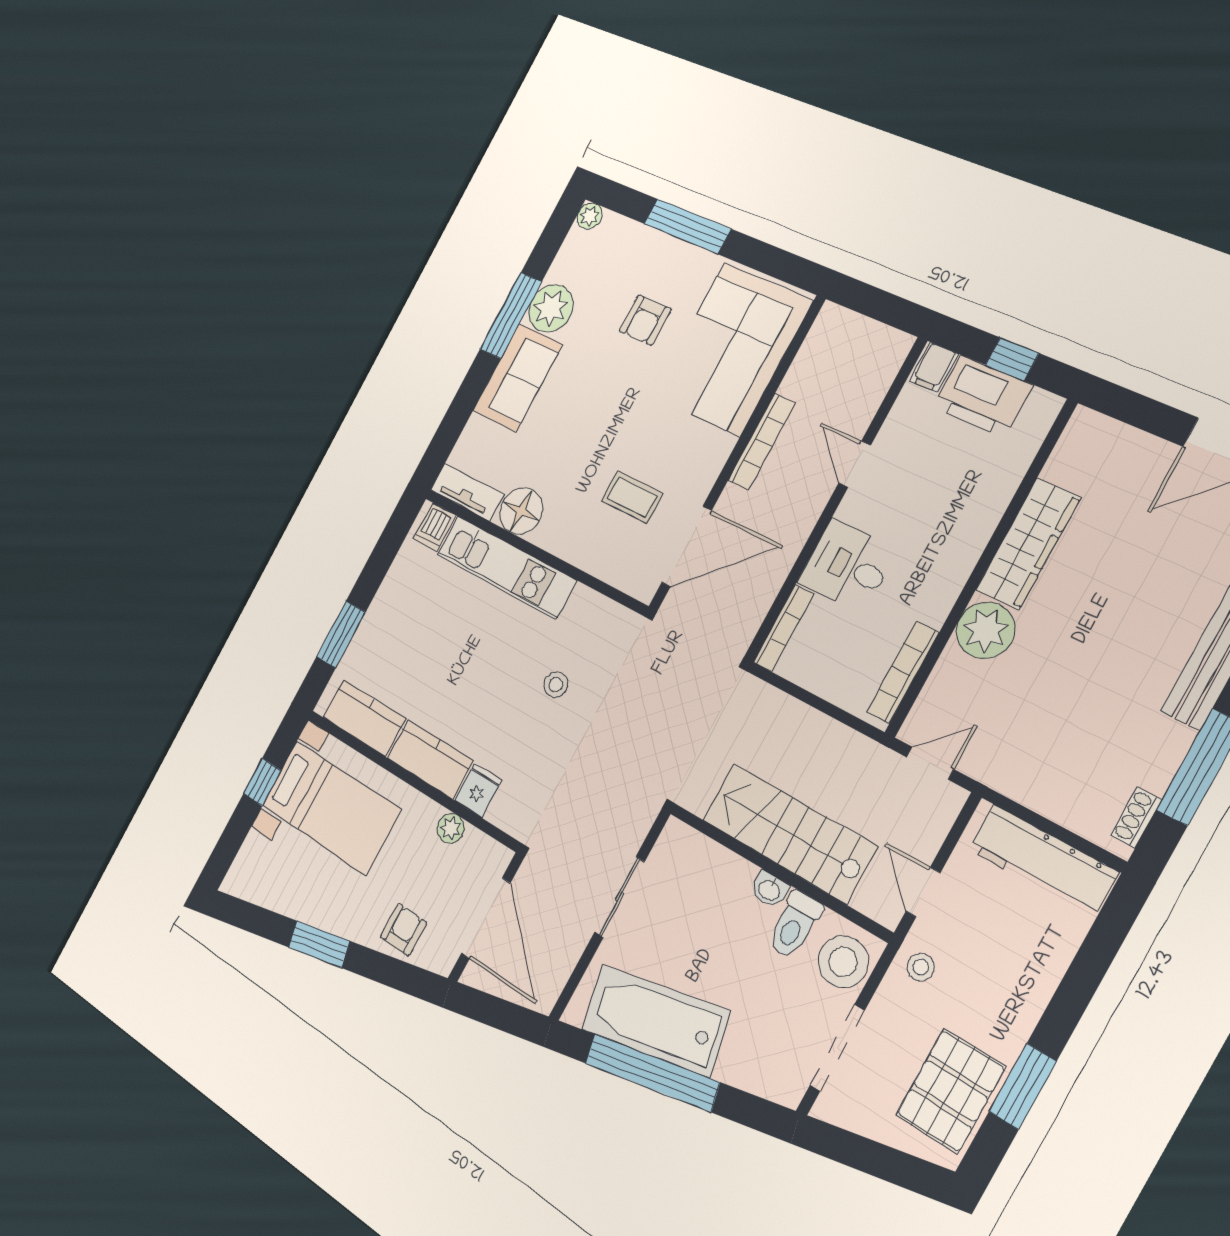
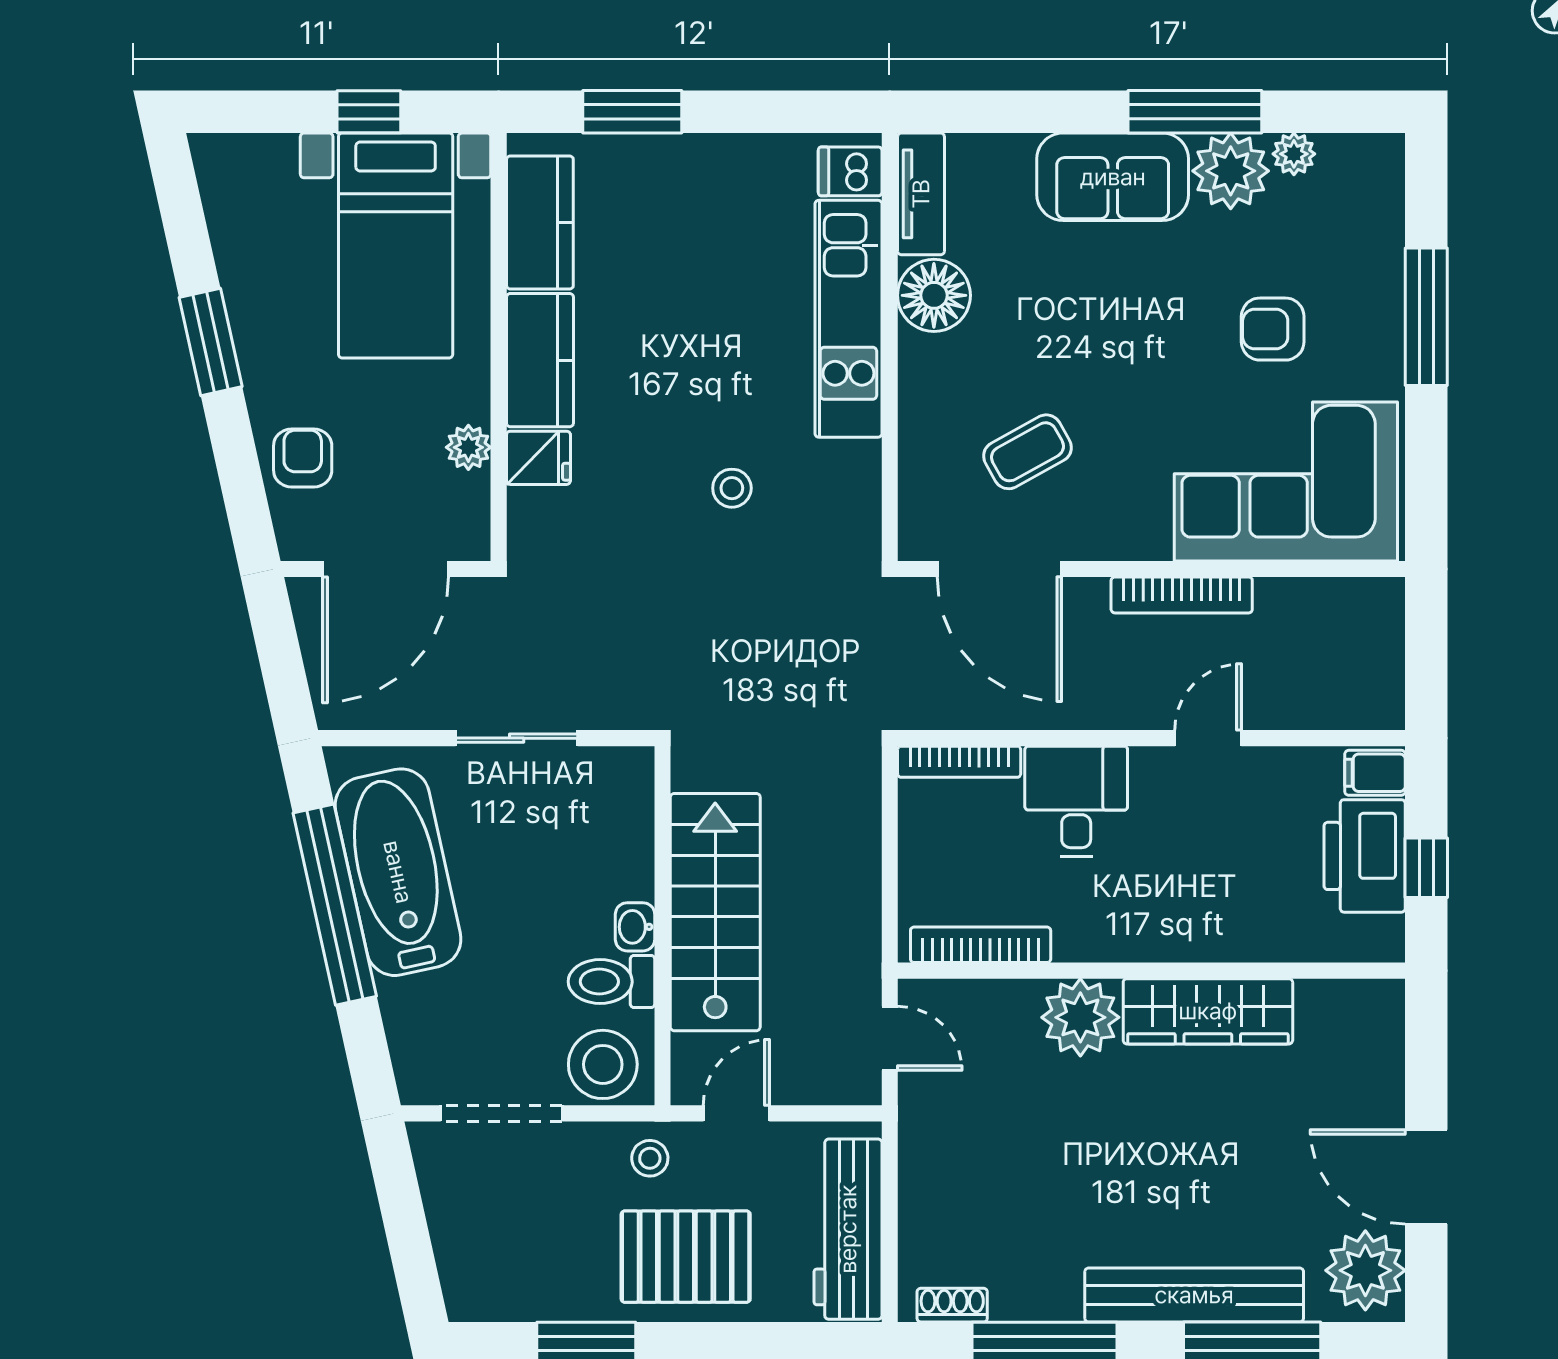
plant: (590, 216) -> (1294, 154), moved
coffee table: (632, 497) -> (1028, 452), turned 61
armchair: (403, 930) -> (303, 458), turned -90
pallet: (951, 1091) -> (686, 1257), moved

